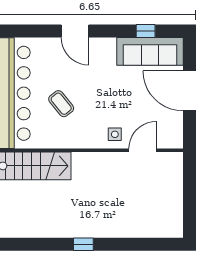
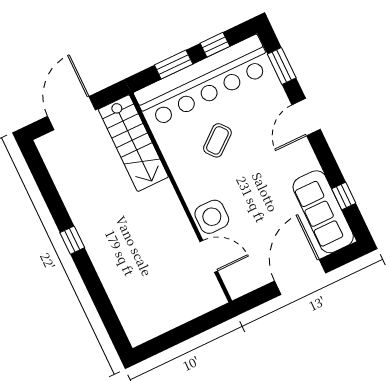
window: (29, 31) -> (282, 66), added
side table: (115, 134) -> (212, 217), width x1.87, depth x1.87

